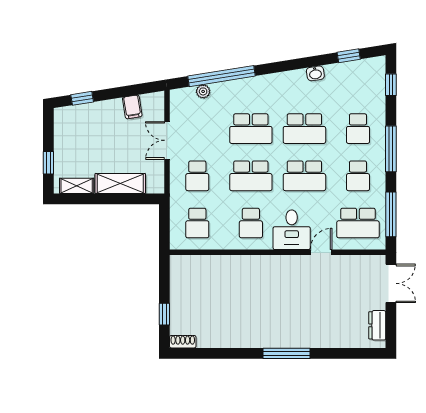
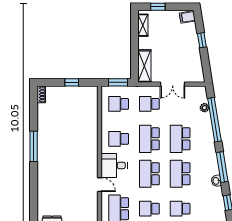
window: (294, 64) -> (222, 167), added
window: (82, 98) -> (202, 40), moved
filing cabinet: (132, 107) -> (187, 17), moved
double door: (167, 140) -> (173, 84), swing flipped
shelving: (120, 183) -> (144, 66), moved
window: (164, 224) -> (118, 82), added
window: (164, 314) -> (72, 82), moved
window: (287, 353) -> (34, 146), moved

